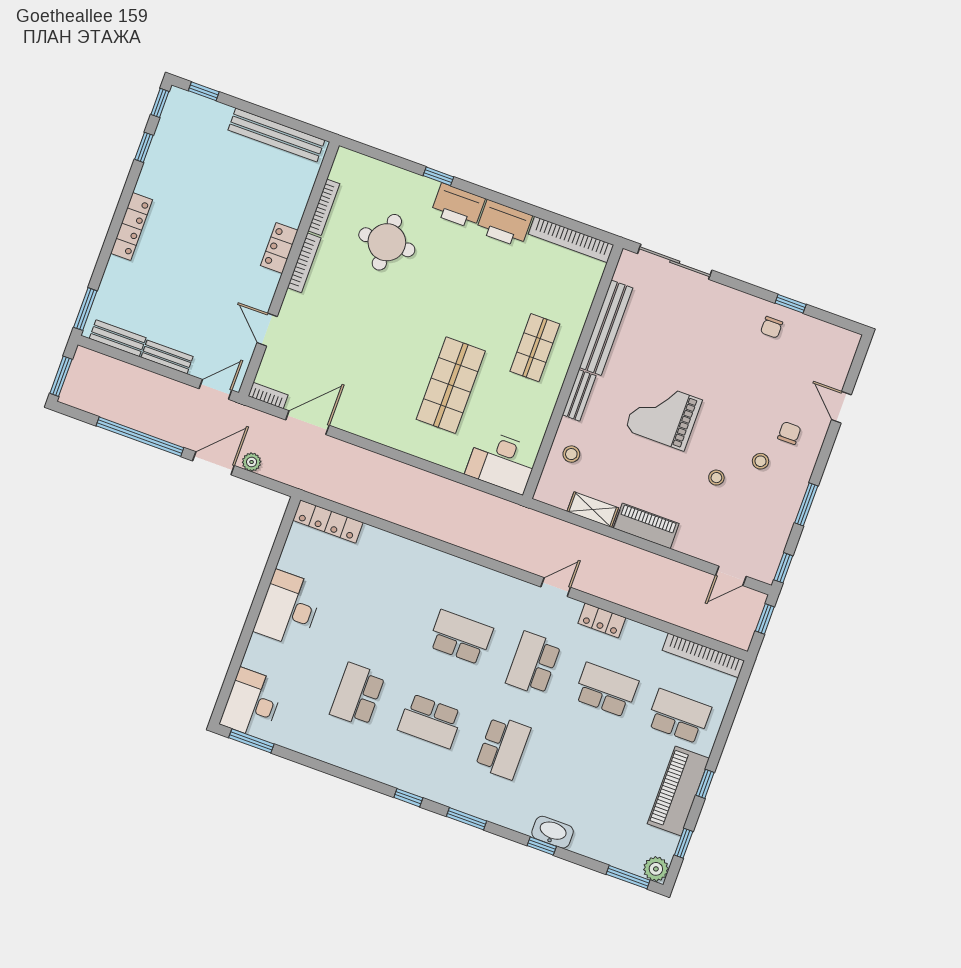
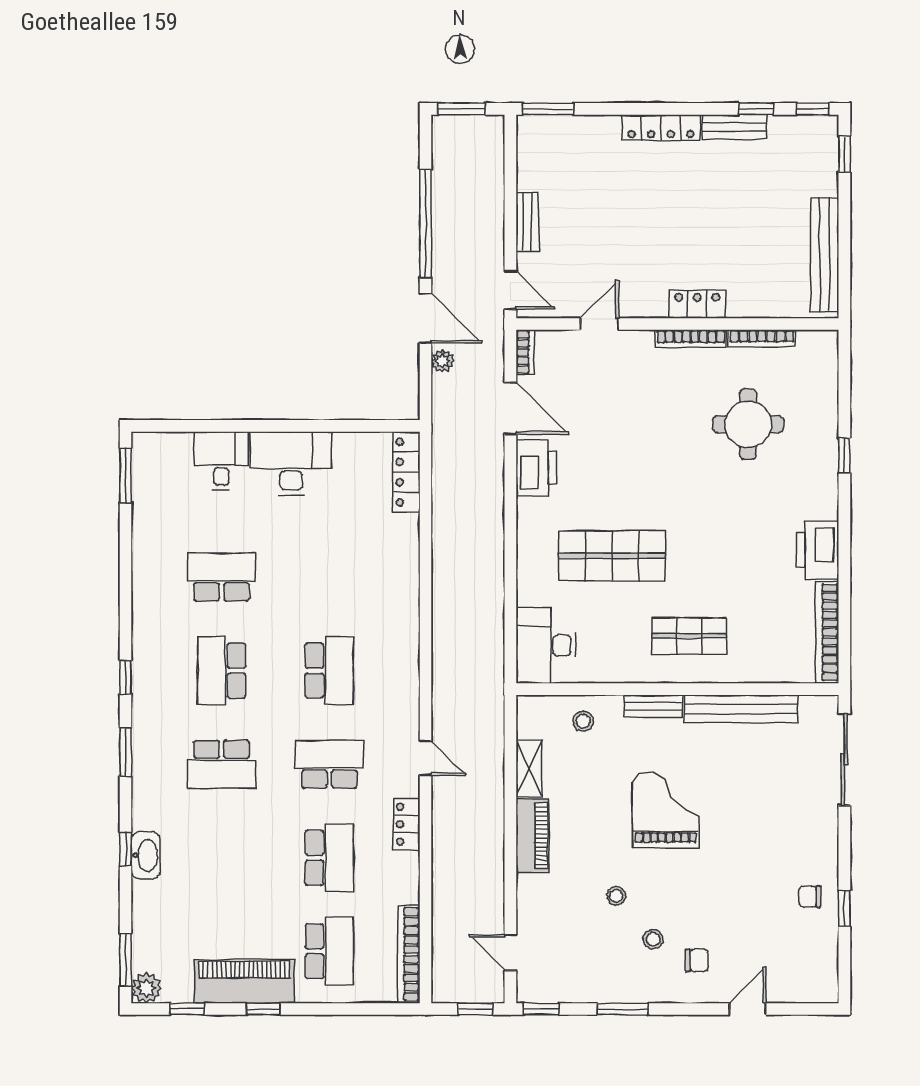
printer: (458, 206) -> (536, 468), moved, turned 180
bench: (118, 338) -> (734, 127), moved, turned 90
desk: (252, 703) -> (221, 461), moved, width x0.73

